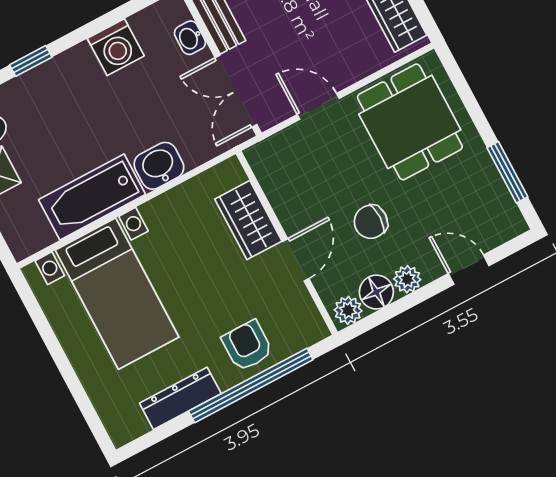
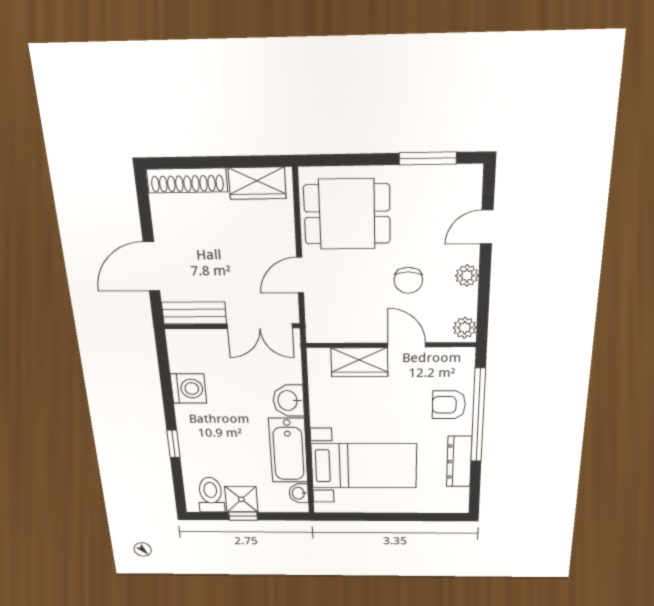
washbasin: (190, 38) -> (299, 493), moved, turned 90
floor lamp: (376, 292) -> (463, 302), removed

